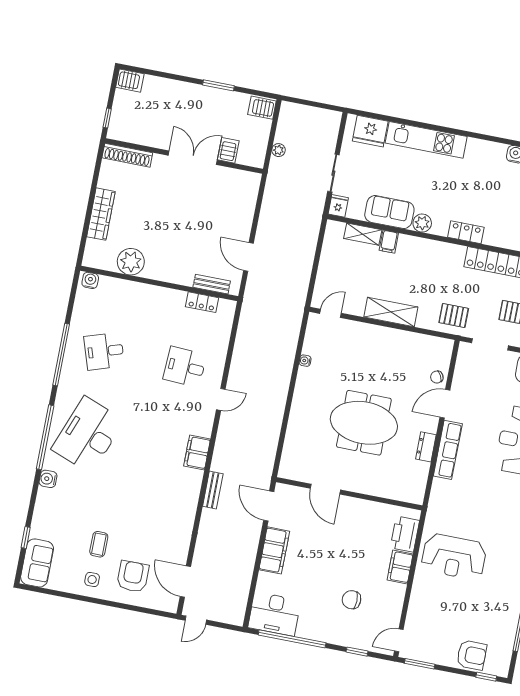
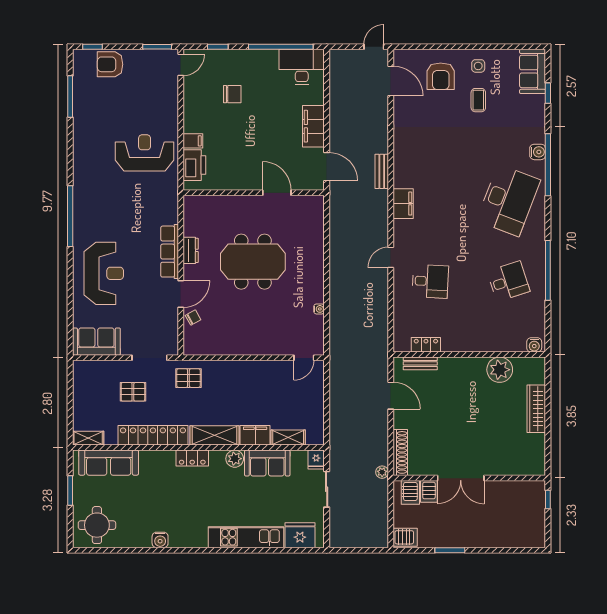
server rack: (130, 81) -> (410, 492), moved, turned -90
plant: (279, 150) -> (382, 472), moved
shoe rack: (127, 155) -> (400, 452), moved, turned 90
filing cabinet: (389, 242) -> (255, 435), width x2.00
shelving: (391, 312) -> (215, 435), moved
window: (45, 437) -> (548, 165), moved
filing cabinet: (400, 567) -> (193, 141), width x0.50

